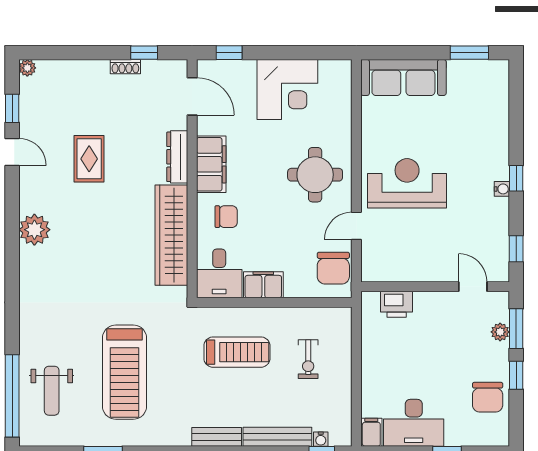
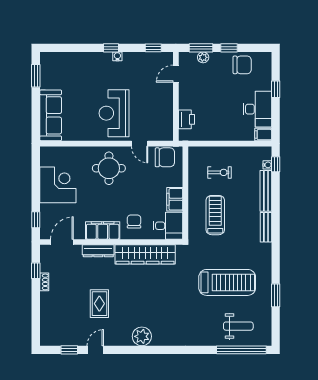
plant: (27, 68) -> (45, 341), removed
rug: (89, 159) -> (99, 304), turned 90

